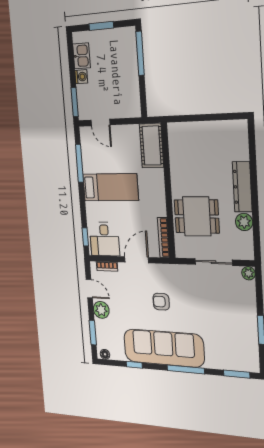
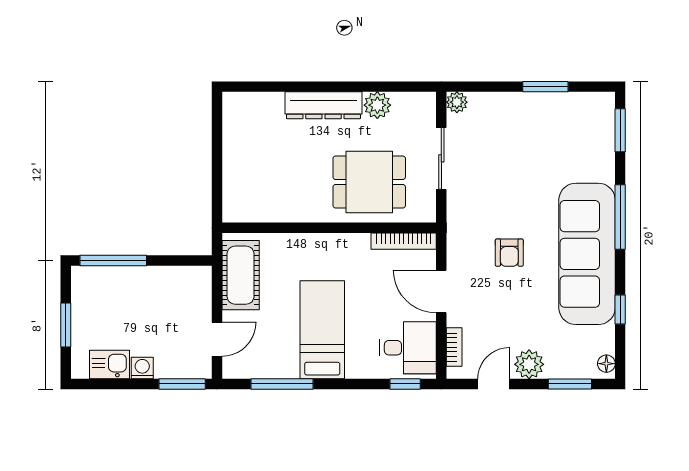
cot: (152, 146) -> (241, 275), moved, turned 90
dining table: (197, 216) -> (369, 182), turned 90

